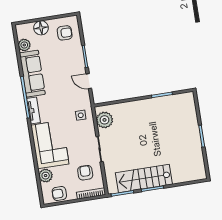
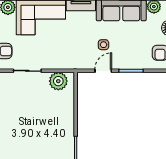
side table: (81, 115) -> (103, 45), moved

